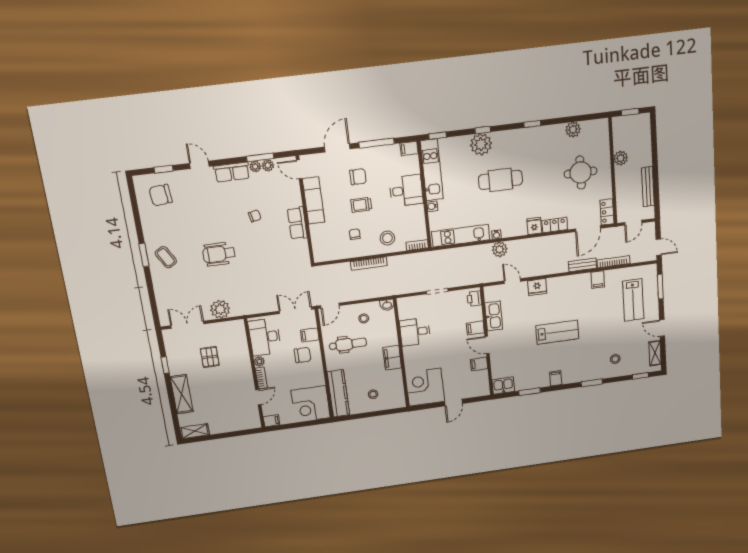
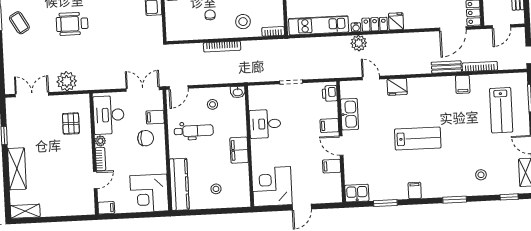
locker: (555, 225) -> (375, 24), moved
pallet: (210, 357) -> (71, 124), moved

